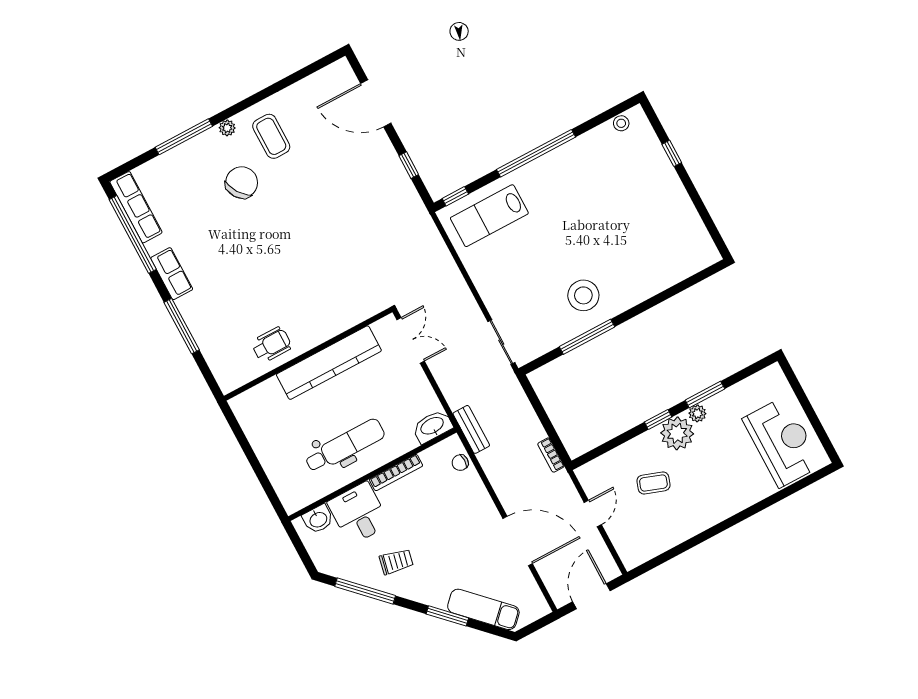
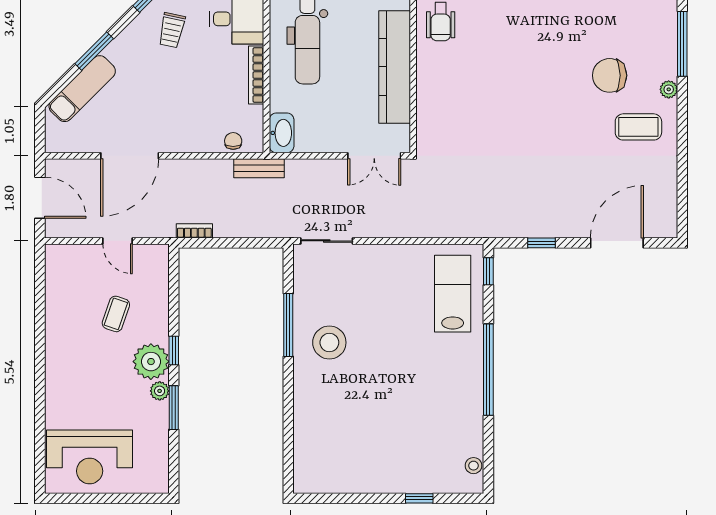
chair: (242, 183) -> (610, 75), turned 124

